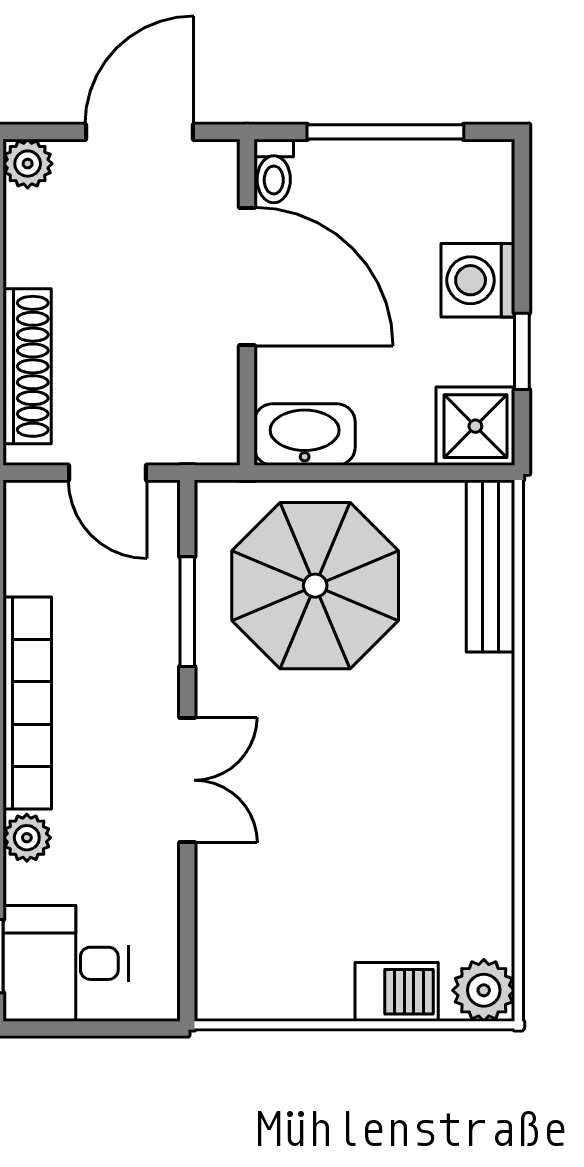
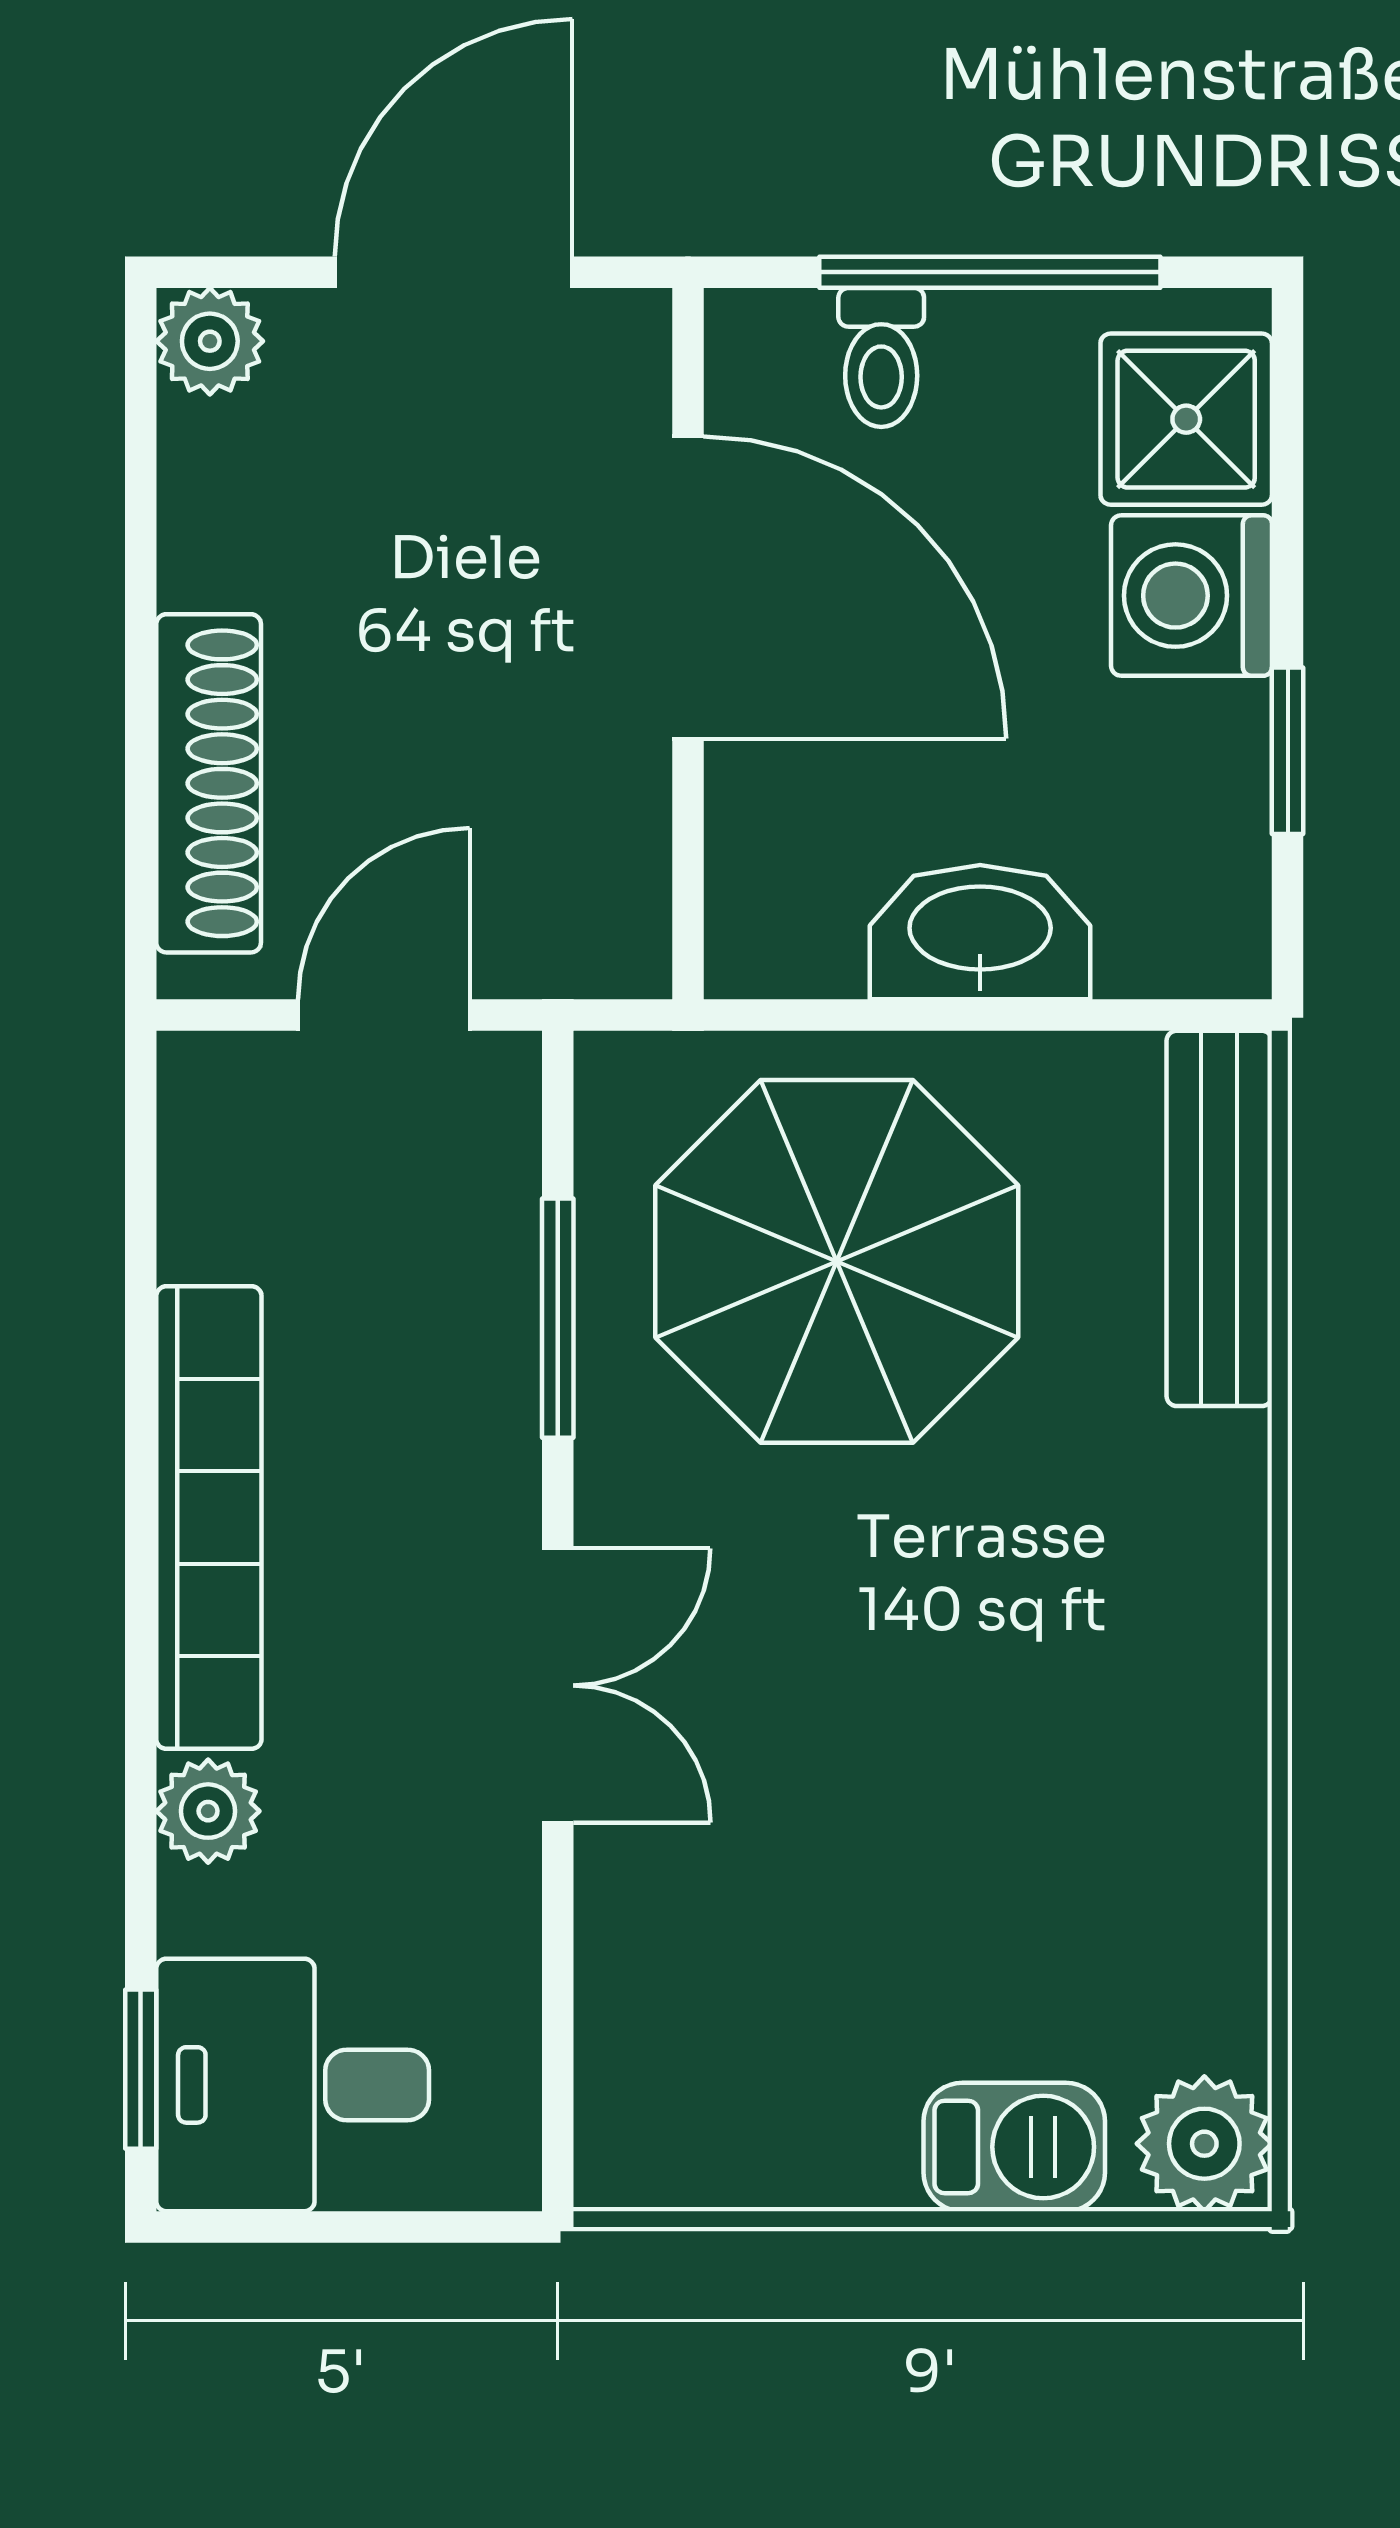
toilet: (274, 171) -> (881, 357), moved
shower: (475, 426) -> (1186, 419), moved
washbasin: (305, 435) -> (980, 932), moved
door: (107, 473) -> (384, 1015), swing flipped

